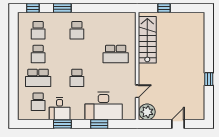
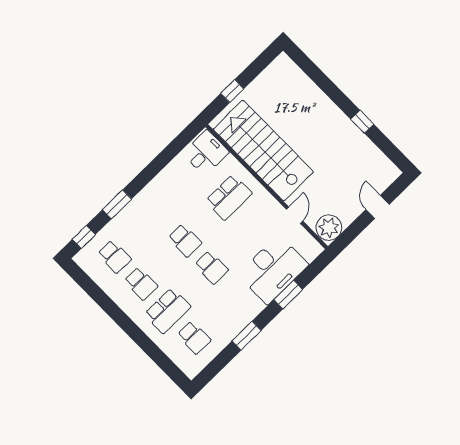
school desk: (77, 30) -> (185, 240), moved
stairs: (147, 40) -> (263, 150), width x1.36, depth x1.51
desk: (60, 109) -> (206, 153), moved, turned -90

